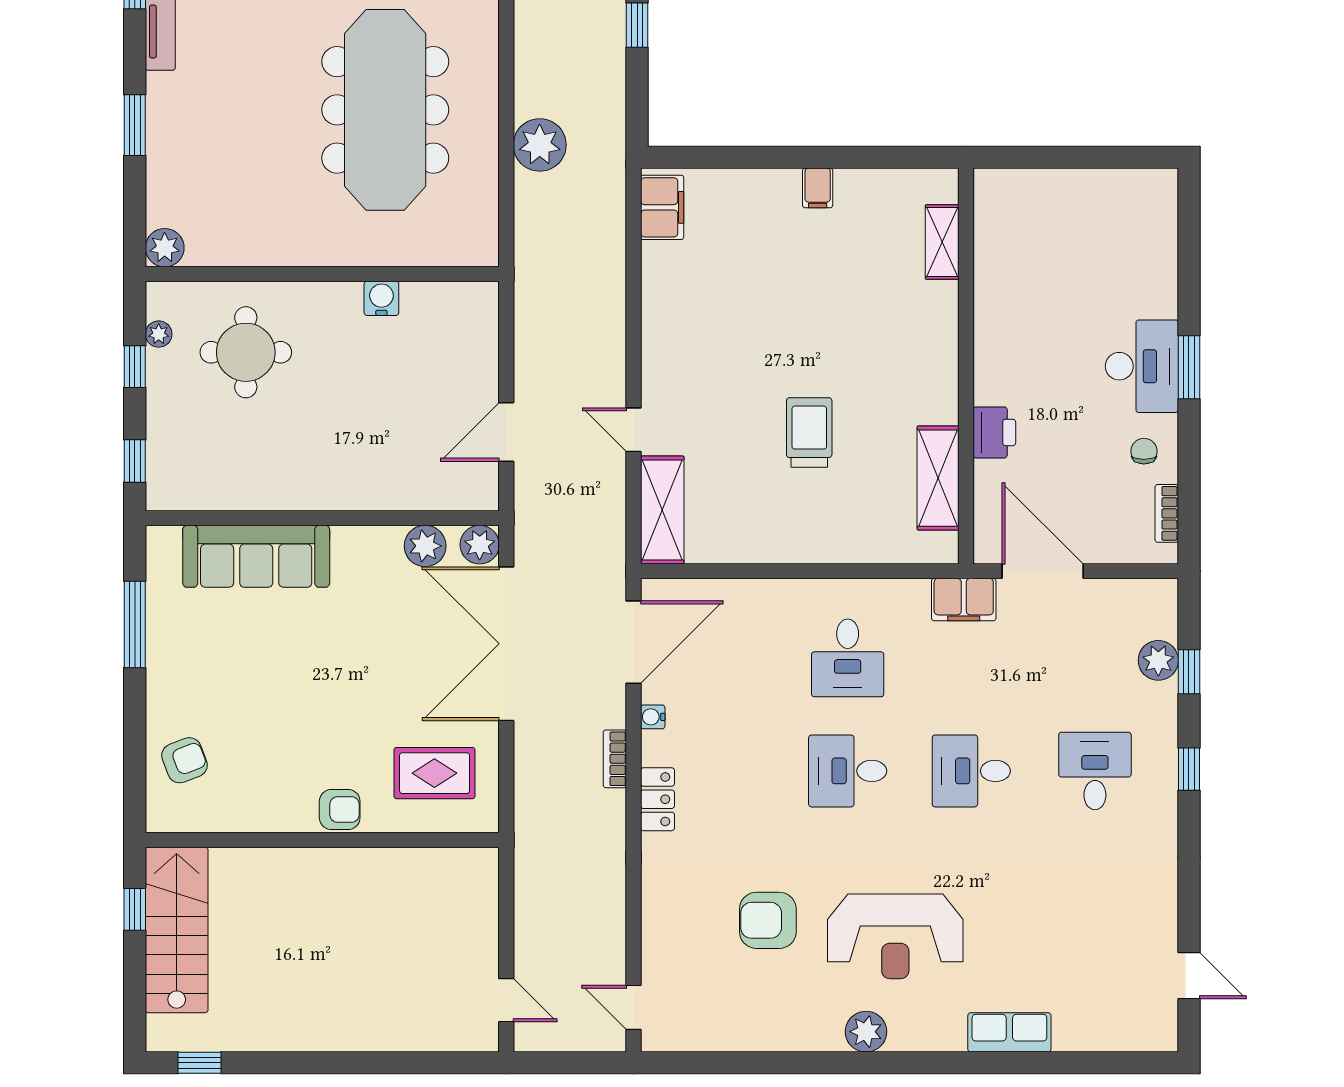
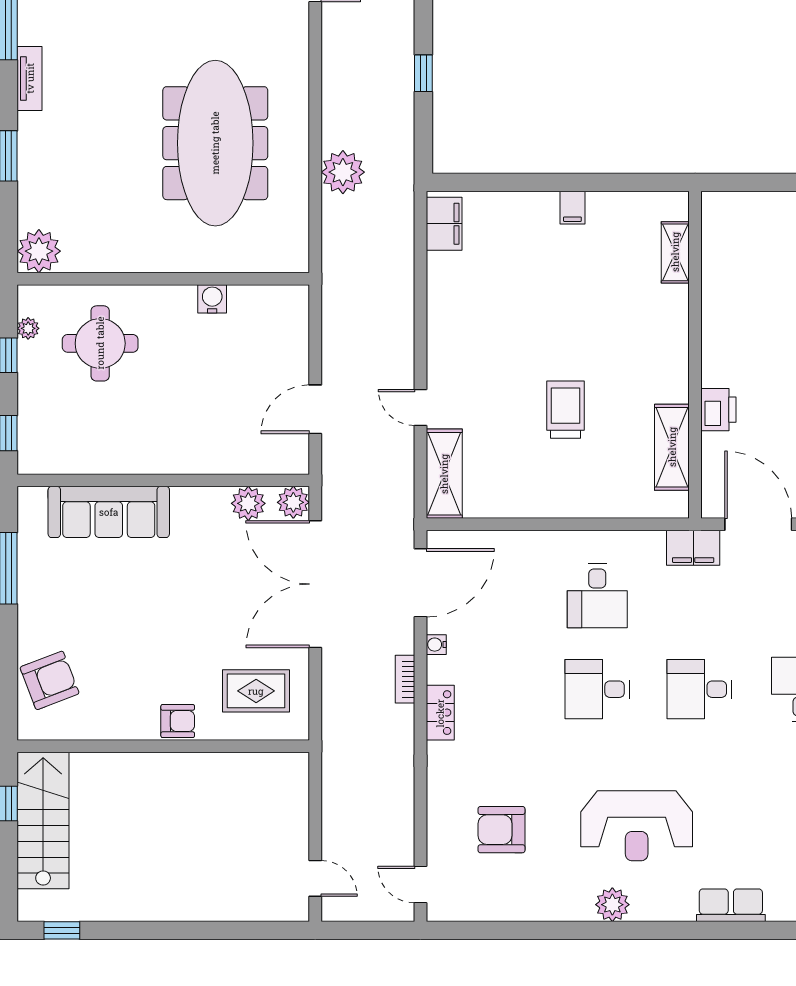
plant: (165, 248) -> (39, 251), width x1.36, depth x1.36
armchair: (184, 760) -> (50, 680), width x1.38, depth x1.38
armchair: (768, 920) -> (502, 830), moved

